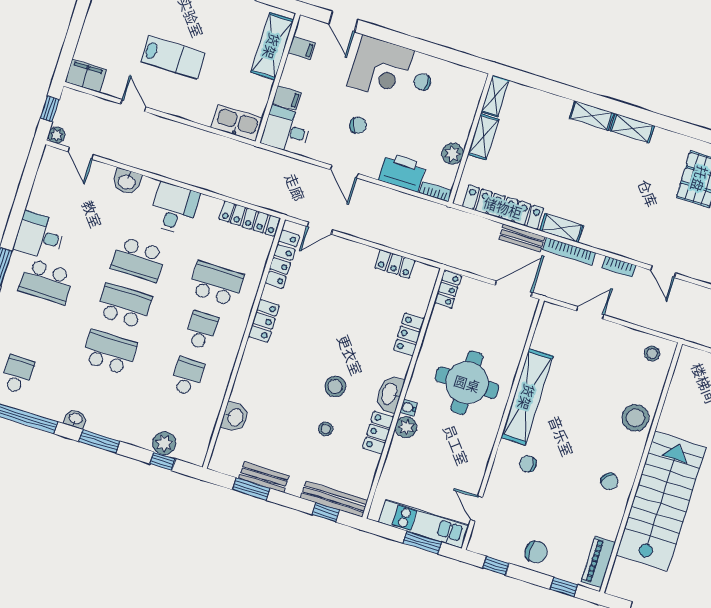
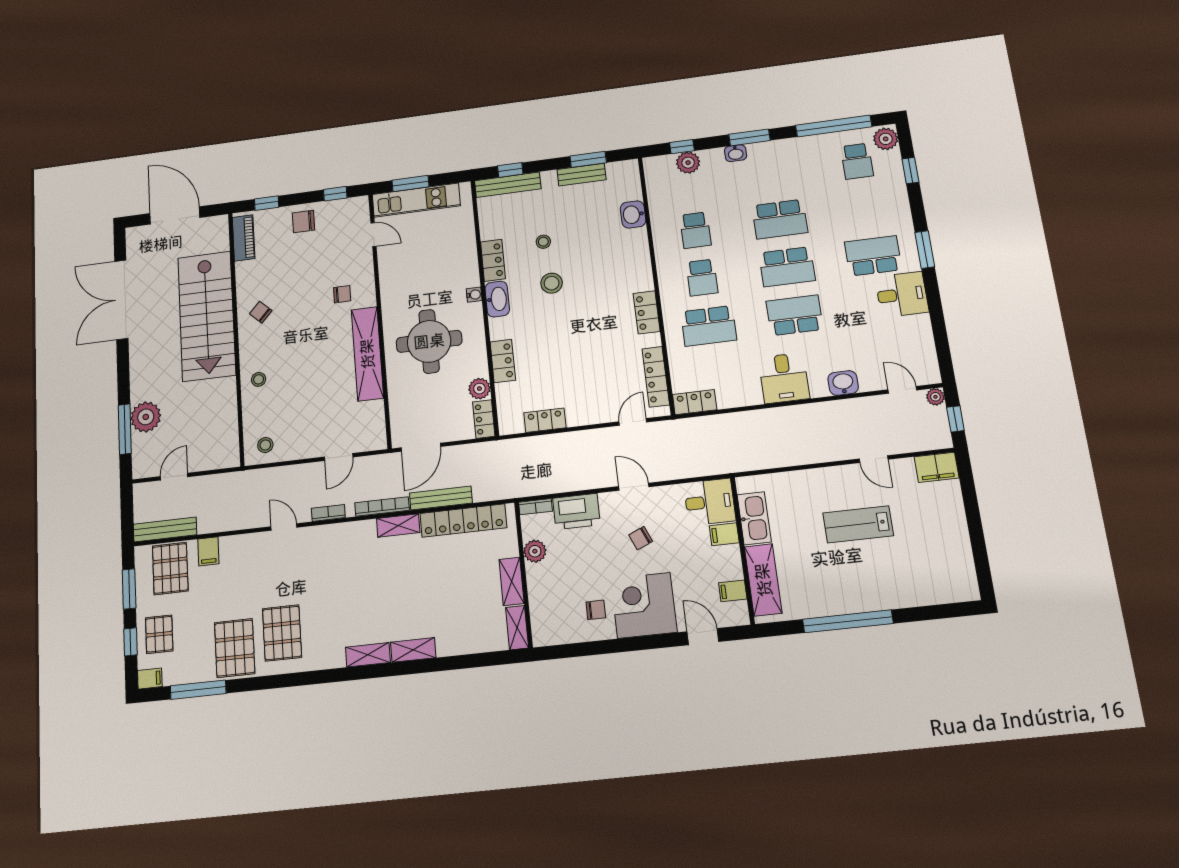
kitchen sink: (237, 123) -> (754, 518), moved, turned -90
locker: (249, 219) -> (695, 402), width x0.66
bench: (522, 238) -> (441, 498), width x1.36
stool: (635, 418) -> (259, 379), width x0.53, depth x0.53
washbasin: (75, 419) -> (736, 153), moved
plant: (406, 427) -> (479, 389), moved

